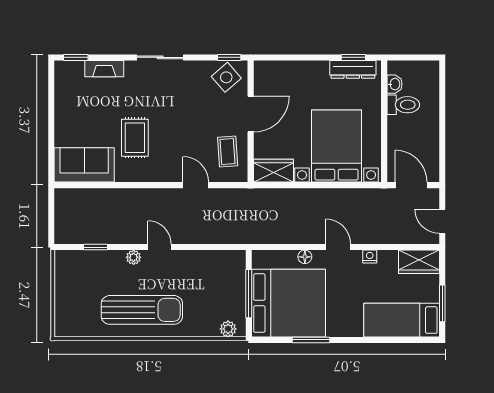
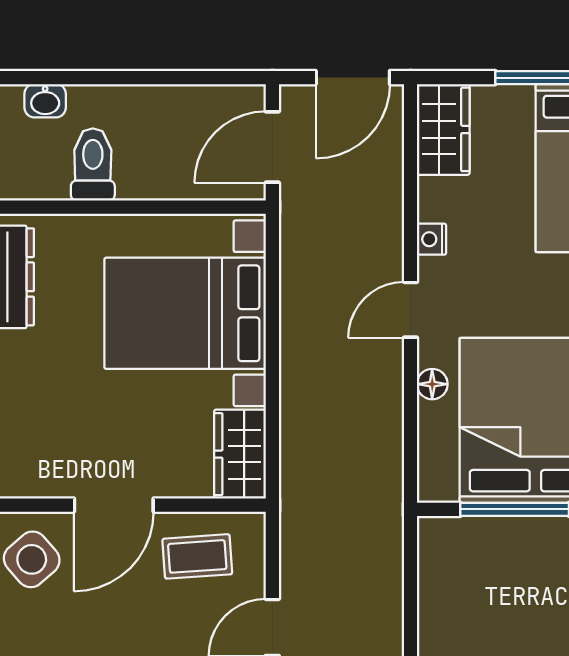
washbasin: (394, 84) -> (45, 101), moved, turned 180
door: (251, 114) -> (114, 505), swing flipped
door: (442, 221) -> (353, 78), width x1.38

